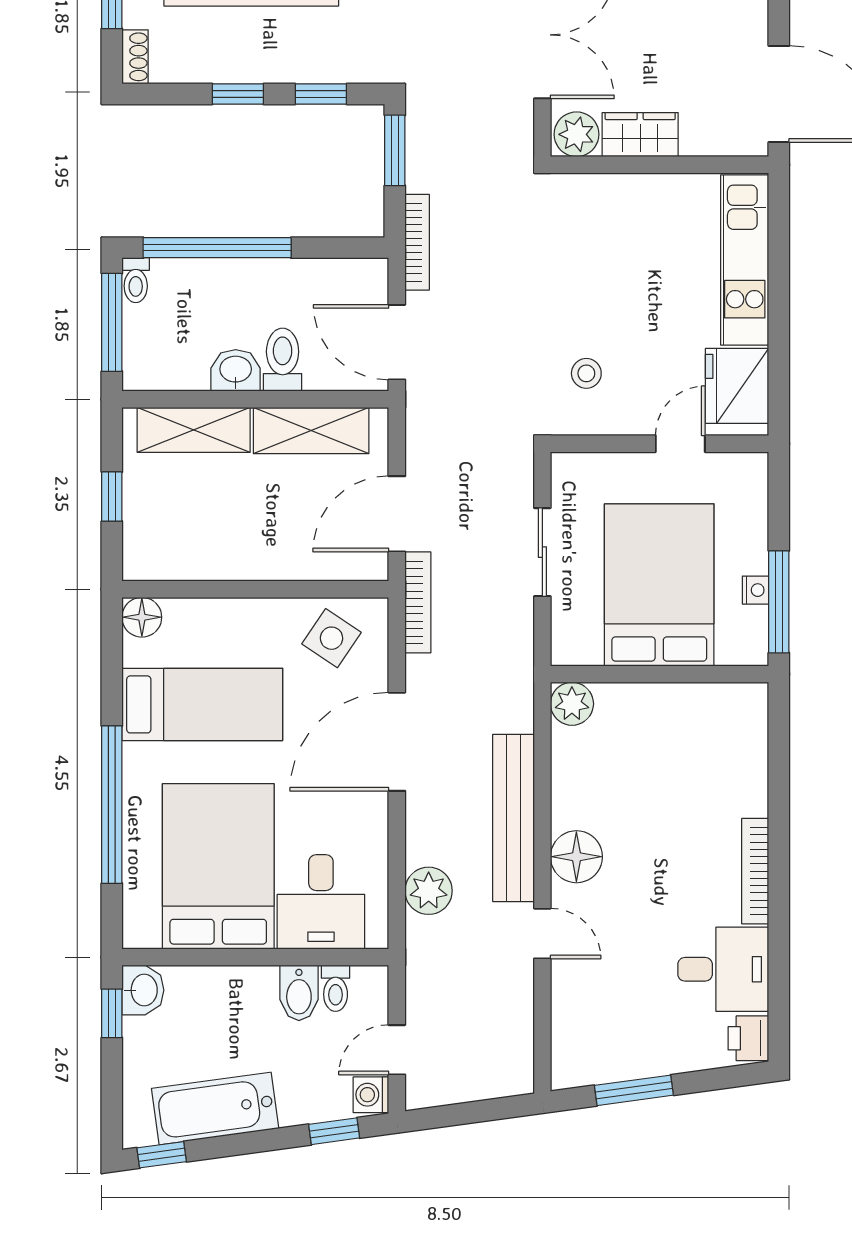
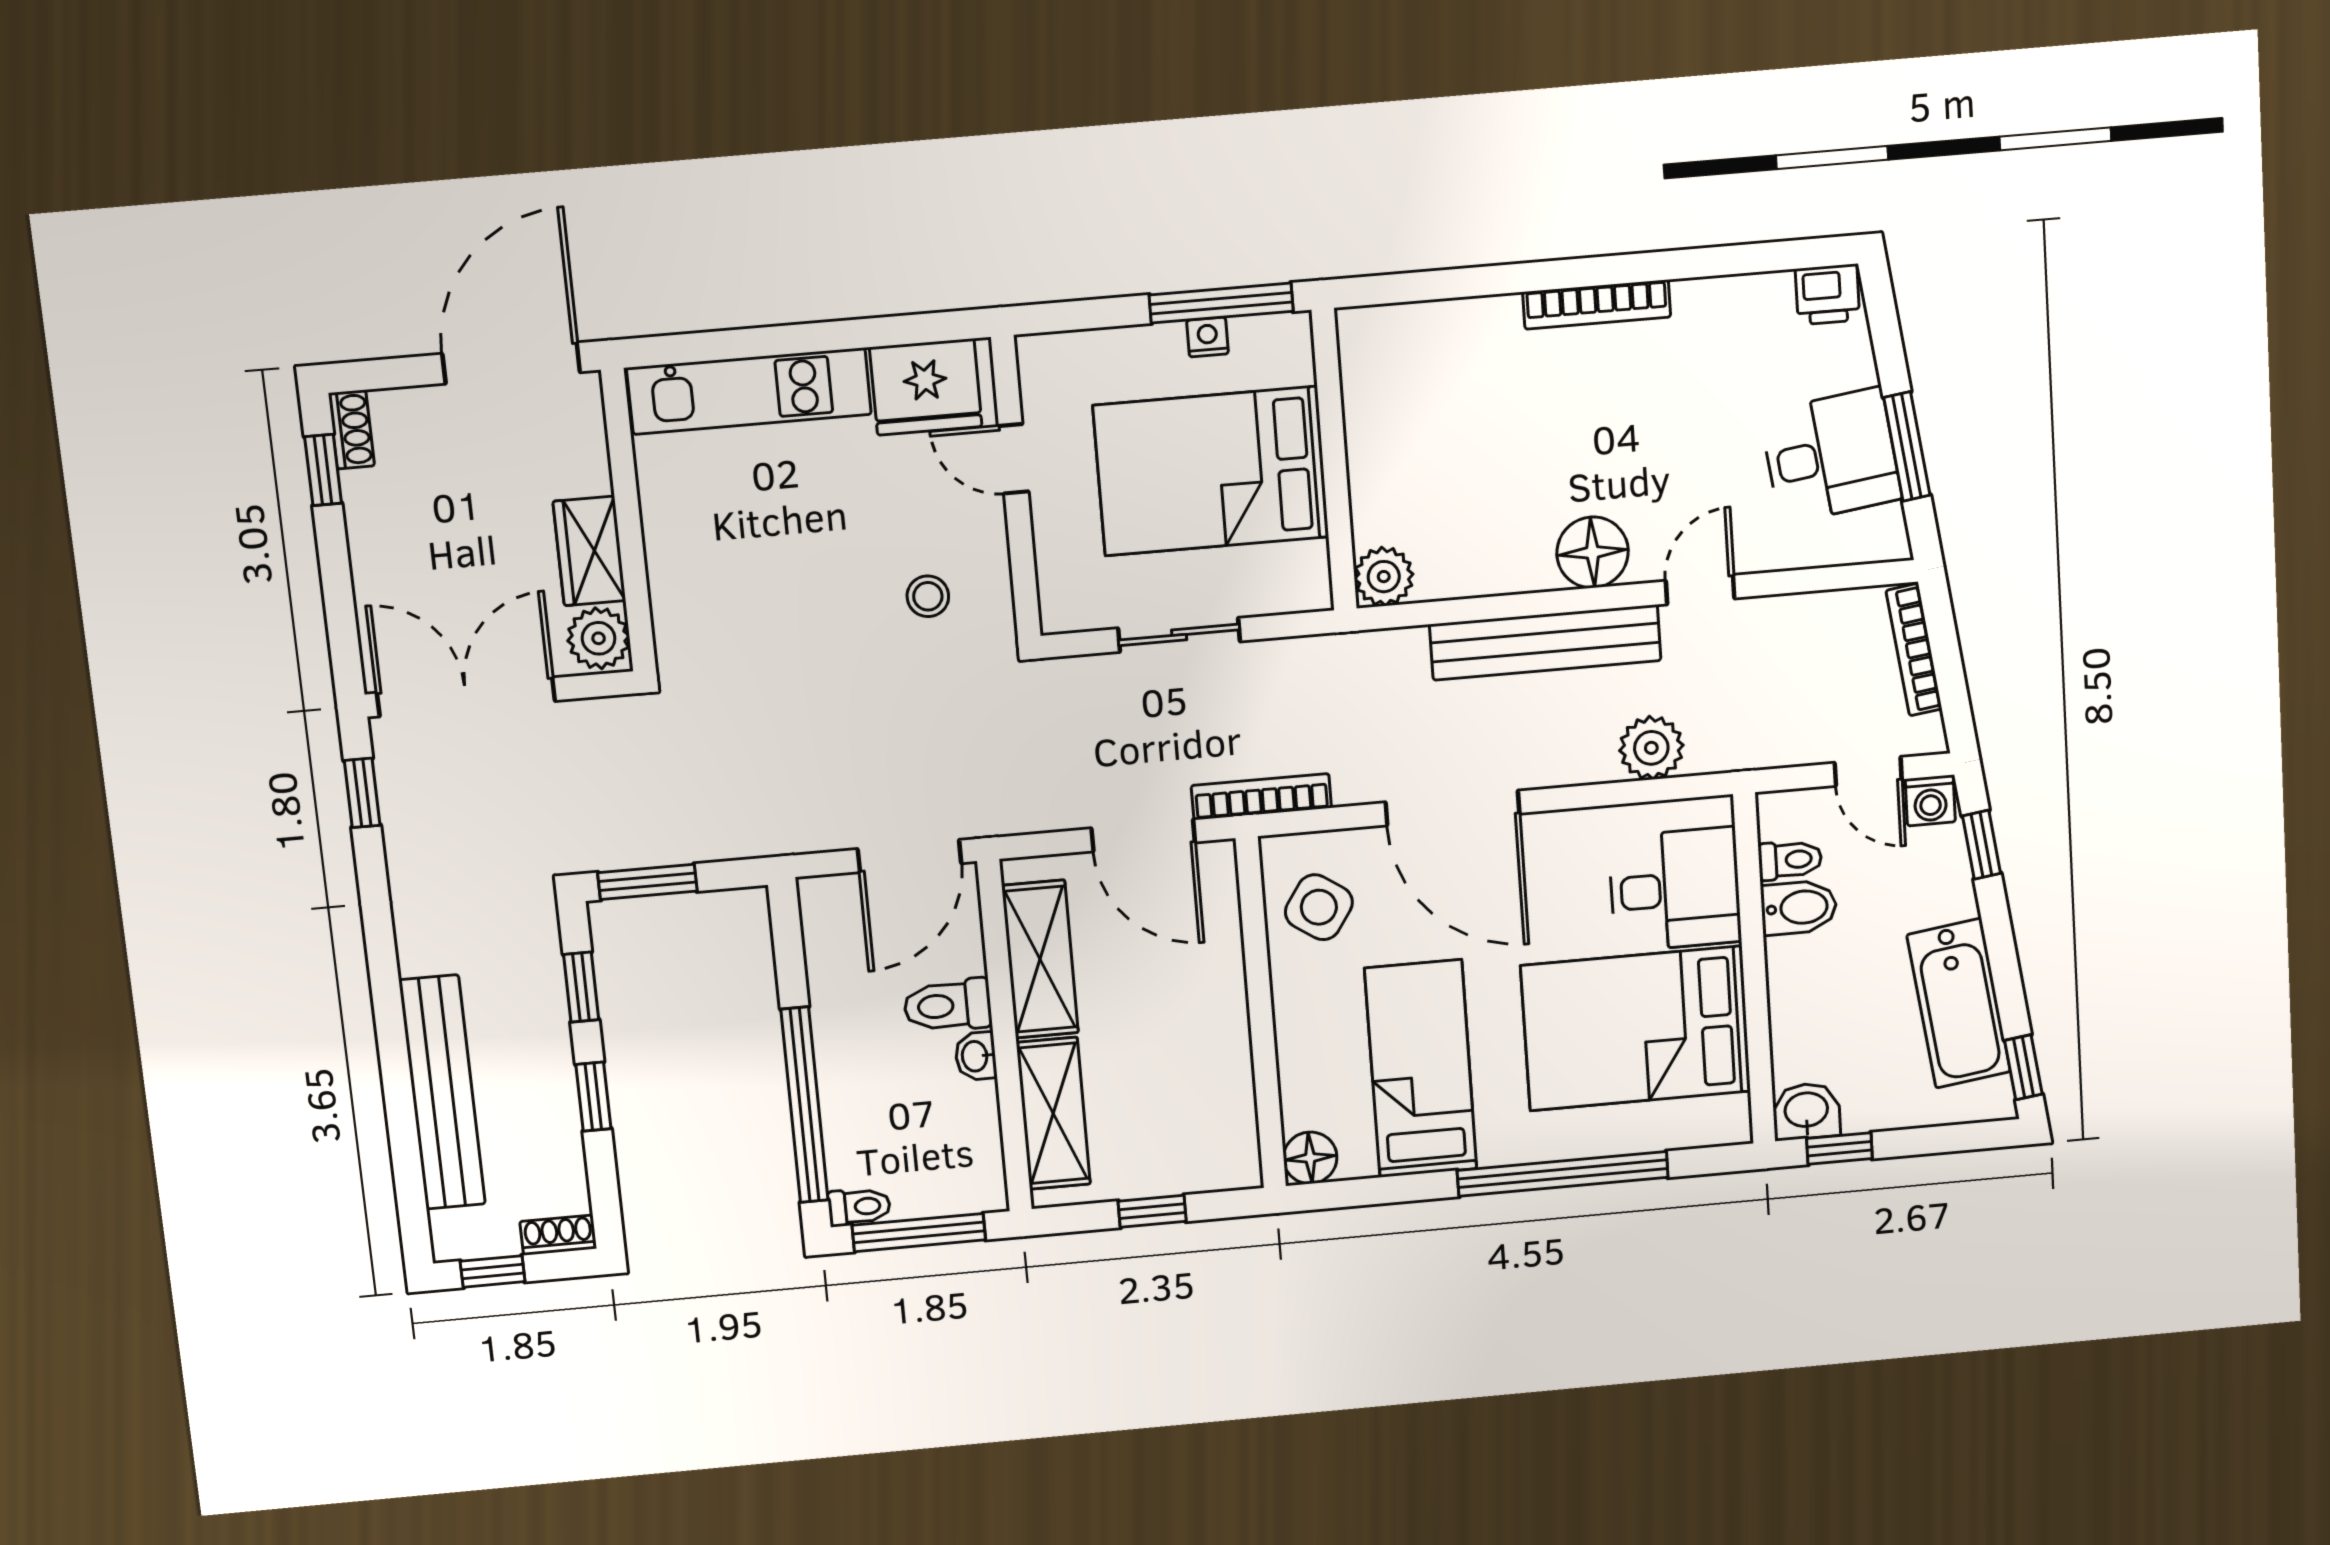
bookcase: (417, 242) -> (1914, 650), moved, turned -98
washbasin: (236, 370) -> (976, 1056), width x0.72, depth x0.69
desk: (723, 969) -> (1831, 456), moved, turned 82

